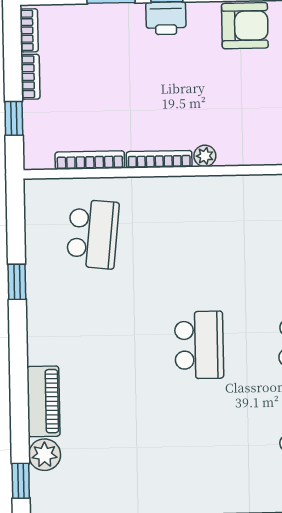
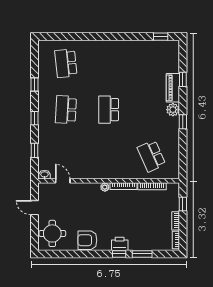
school desk: (93, 234) -> (151, 156), turned -30
window: (17, 282) -> (183, 122), moved
plant: (45, 455) -> (173, 110), moved
window: (21, 481) -> (183, 79), moved

